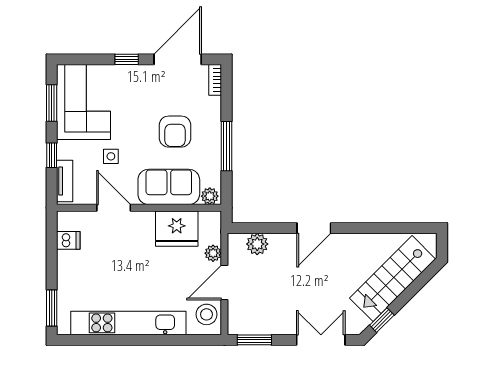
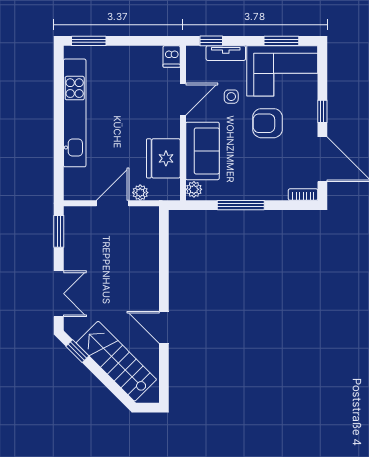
armchair: (175, 132) -> (268, 123), moved
window: (52, 155) -> (211, 41), moved
tv unit: (65, 181) -> (226, 53), moved
door: (314, 228) -> (164, 327), moved
dishwasher: (68, 240) -> (172, 57), moved
plant: (257, 244) -> (149, 234), removed
door: (224, 283) -> (113, 203), hinge flipped
stool: (207, 314) -> (83, 186), removed

